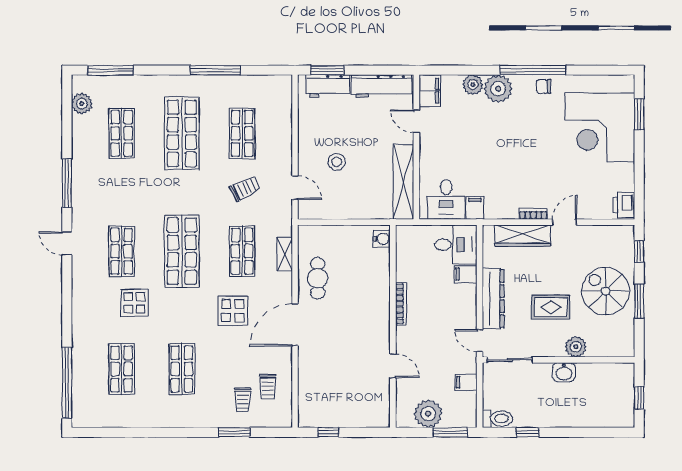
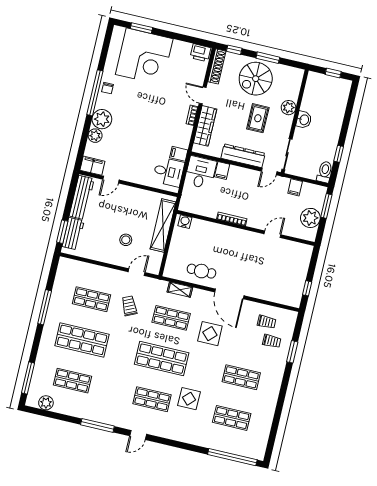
shelving: (403, 182) -> (163, 225), moved, turned 90
shoe rack: (610, 232) -> (217, 66), added

